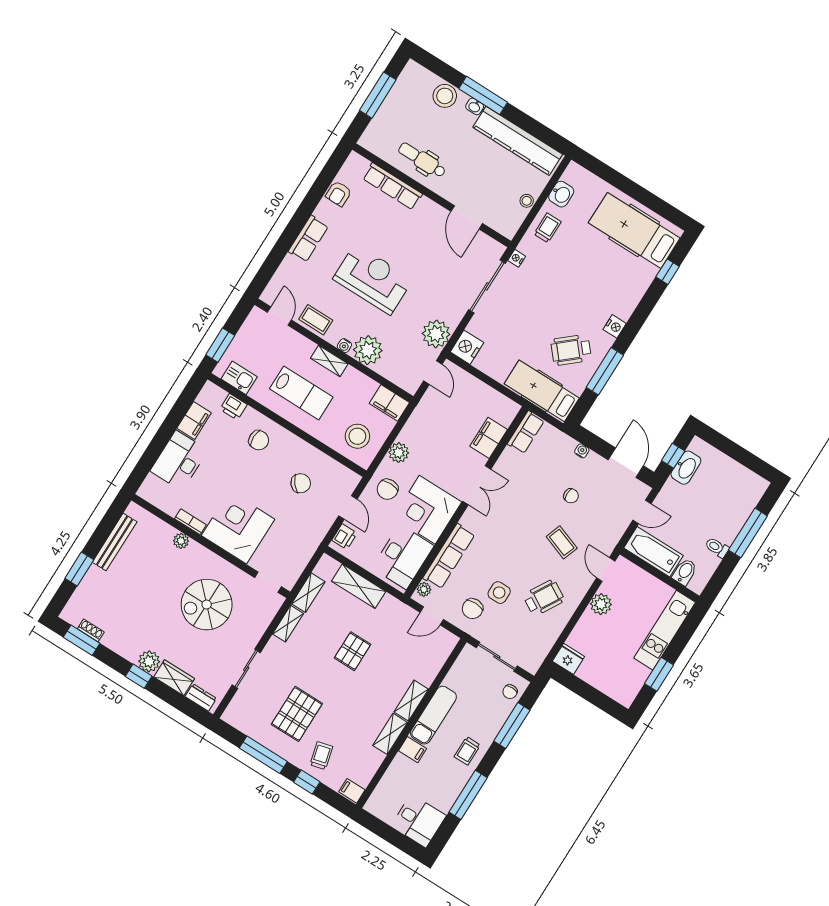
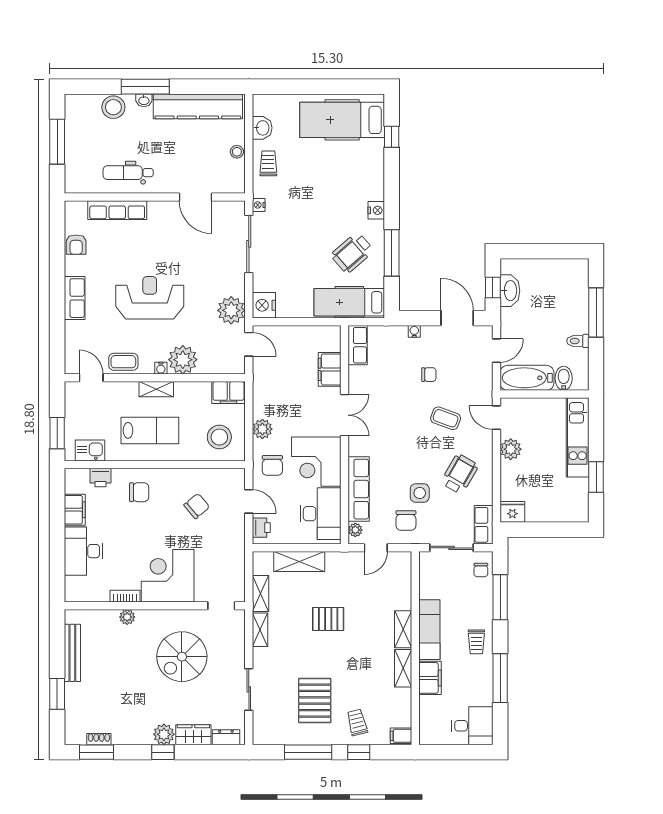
pallet: (353, 651) -> (328, 619), turned 90
row of seats: (537, 654) -> (484, 525), added
filing cabinet: (413, 750) -> (430, 678), width x2.00

